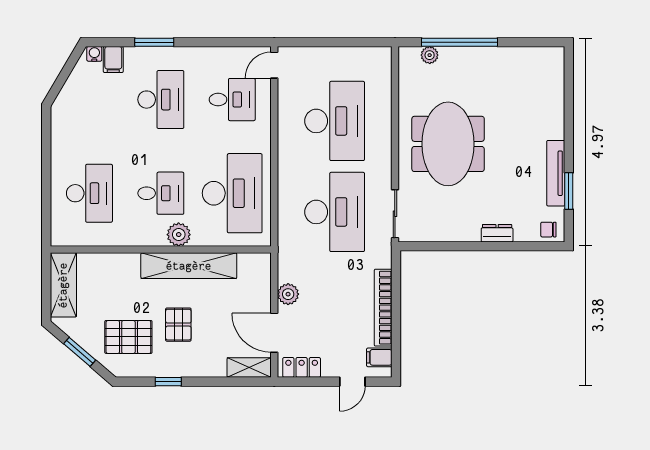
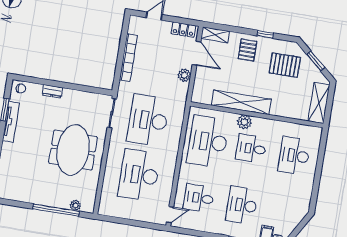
pallet: (178, 325) -> (247, 50), moved
filing cabinet: (379, 357) -> (136, 28), removed

